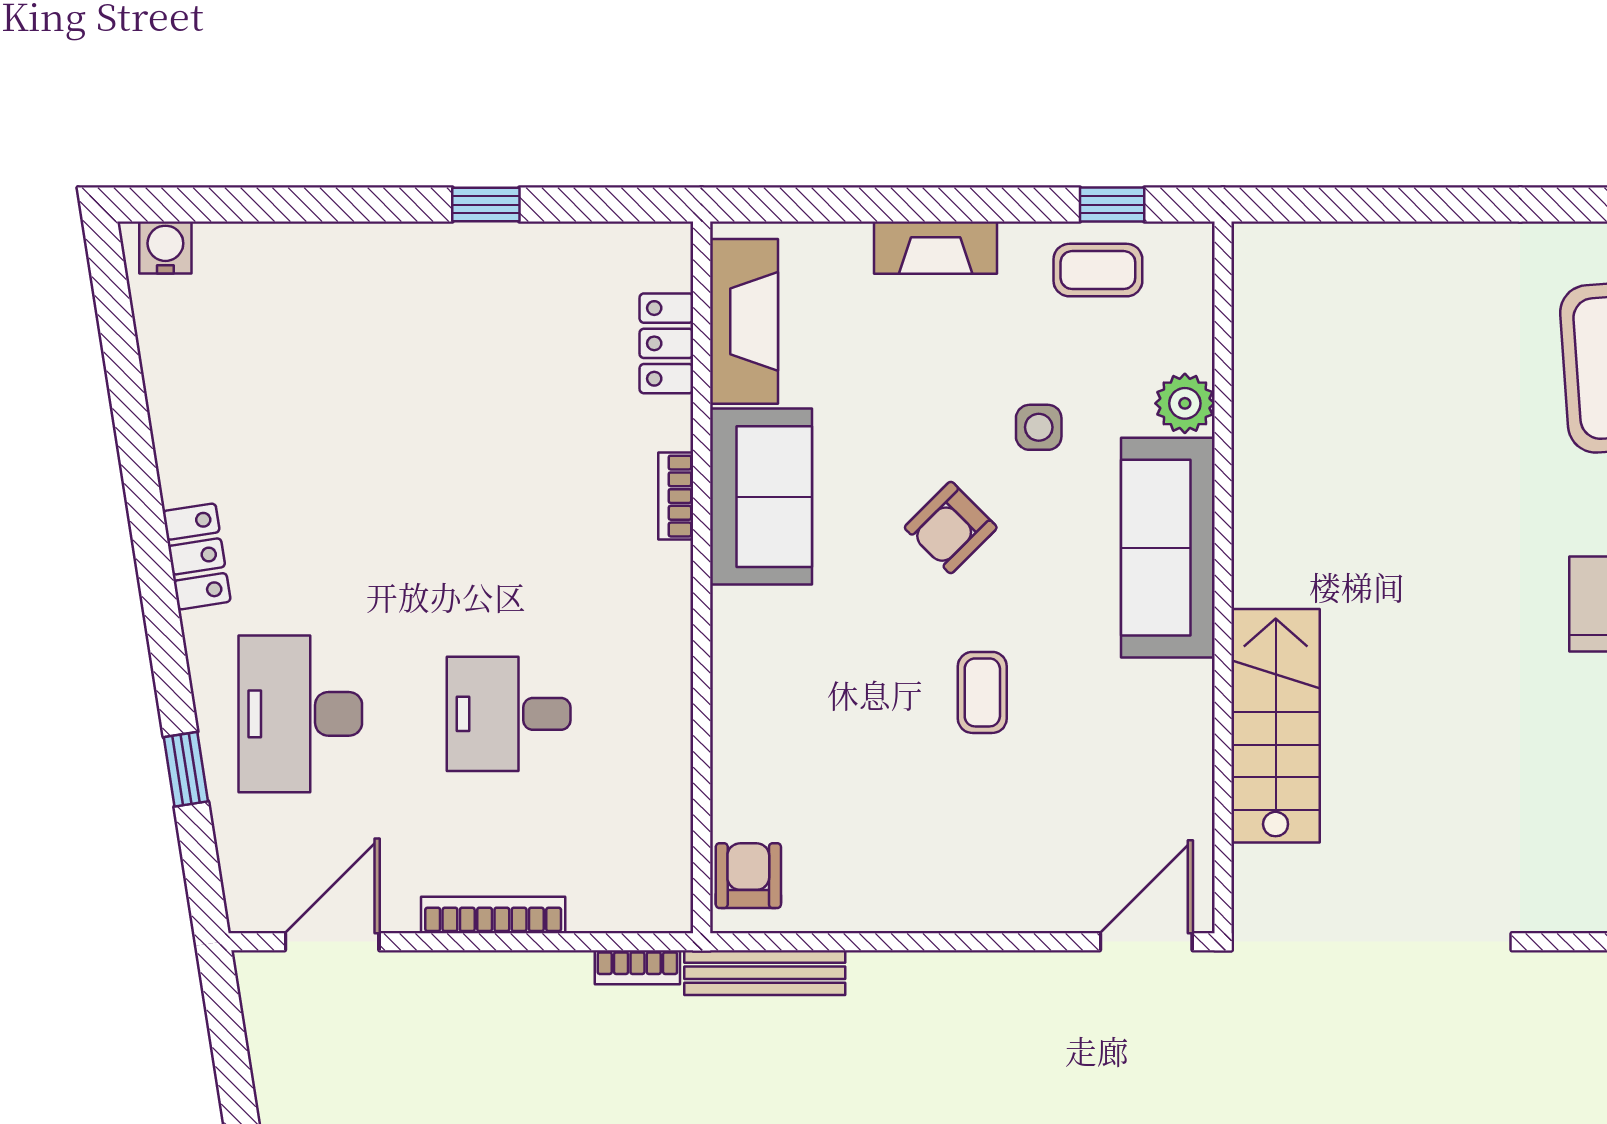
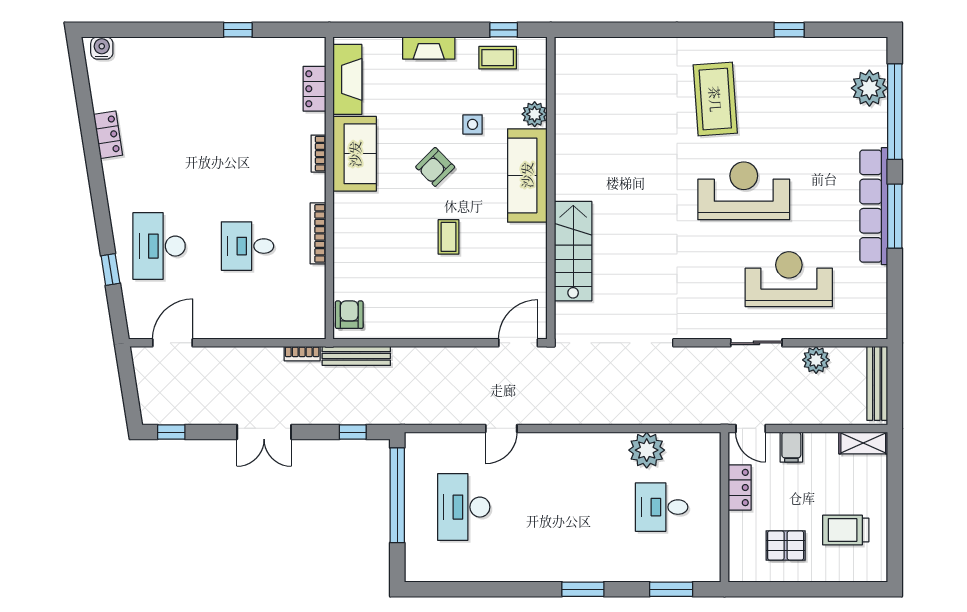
locker: (197, 556) -> (108, 135), moved
bookcase: (493, 915) -> (318, 233), moved, turned -90

